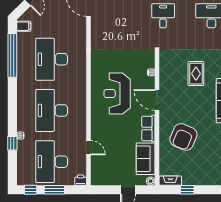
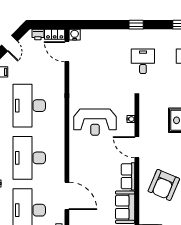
reception desk: (117, 94) -> (95, 122), moved, turned -90
door: (89, 148) -> (67, 196), width x1.87

